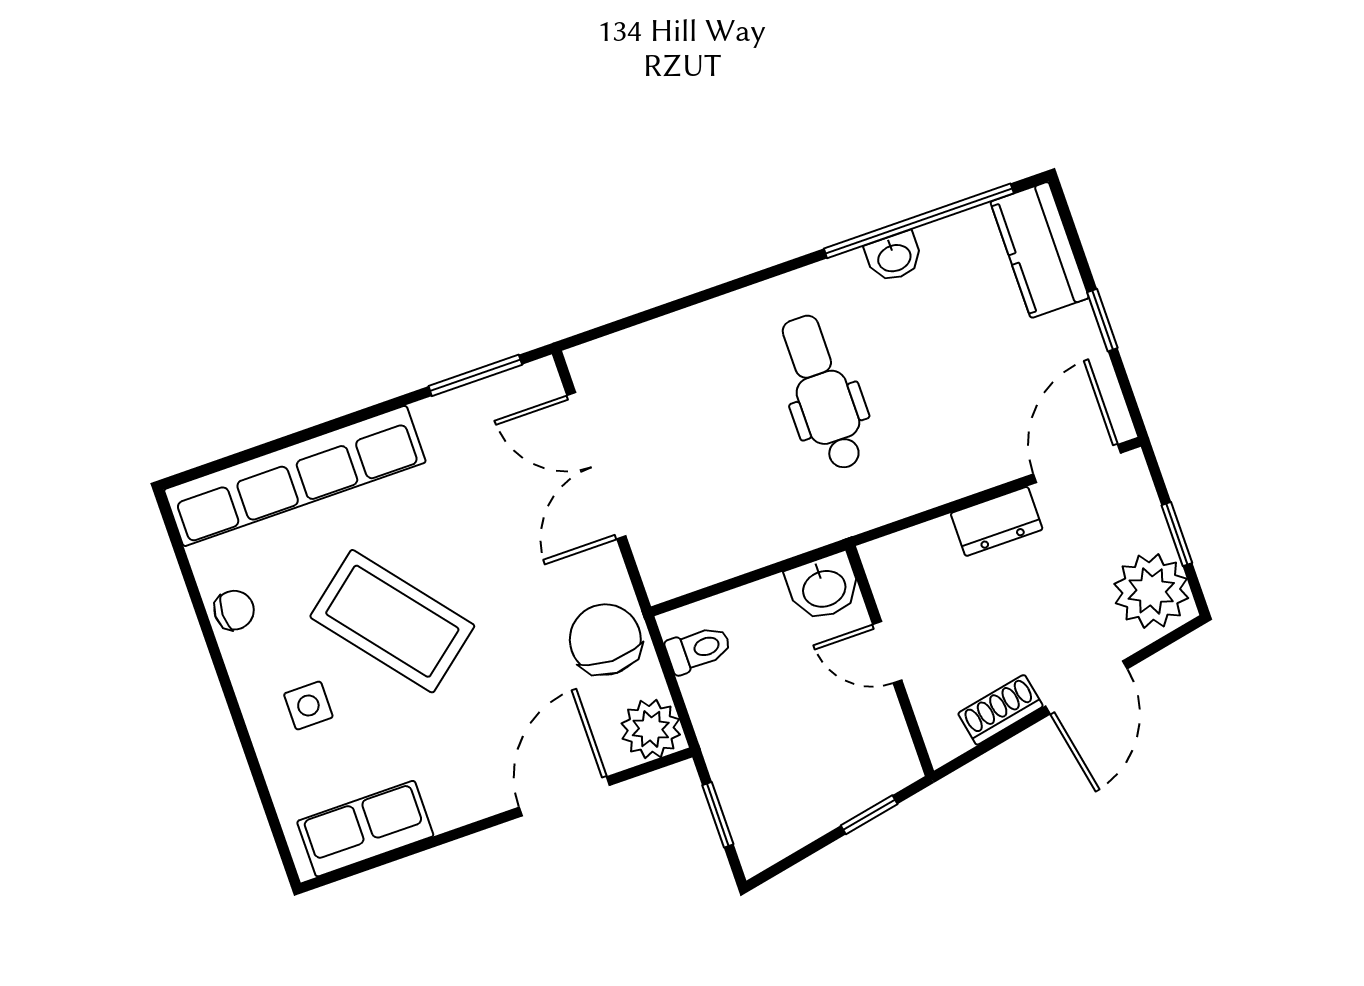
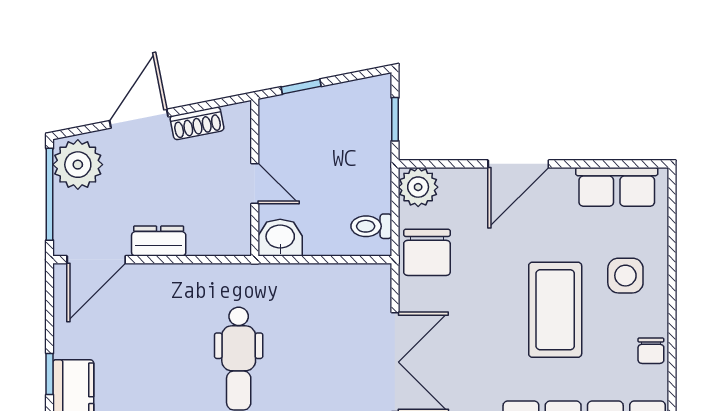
window: (1102, 320) -> (50, 374), moved
window: (1177, 534) -> (50, 194), width x2.17
chair: (234, 610) -> (651, 351), turned -90
coffee table: (392, 621) -> (555, 310), turned 39
side table: (308, 705) -> (625, 276), width x1.37, depth x1.37
door: (564, 796) -> (518, 164), moved

